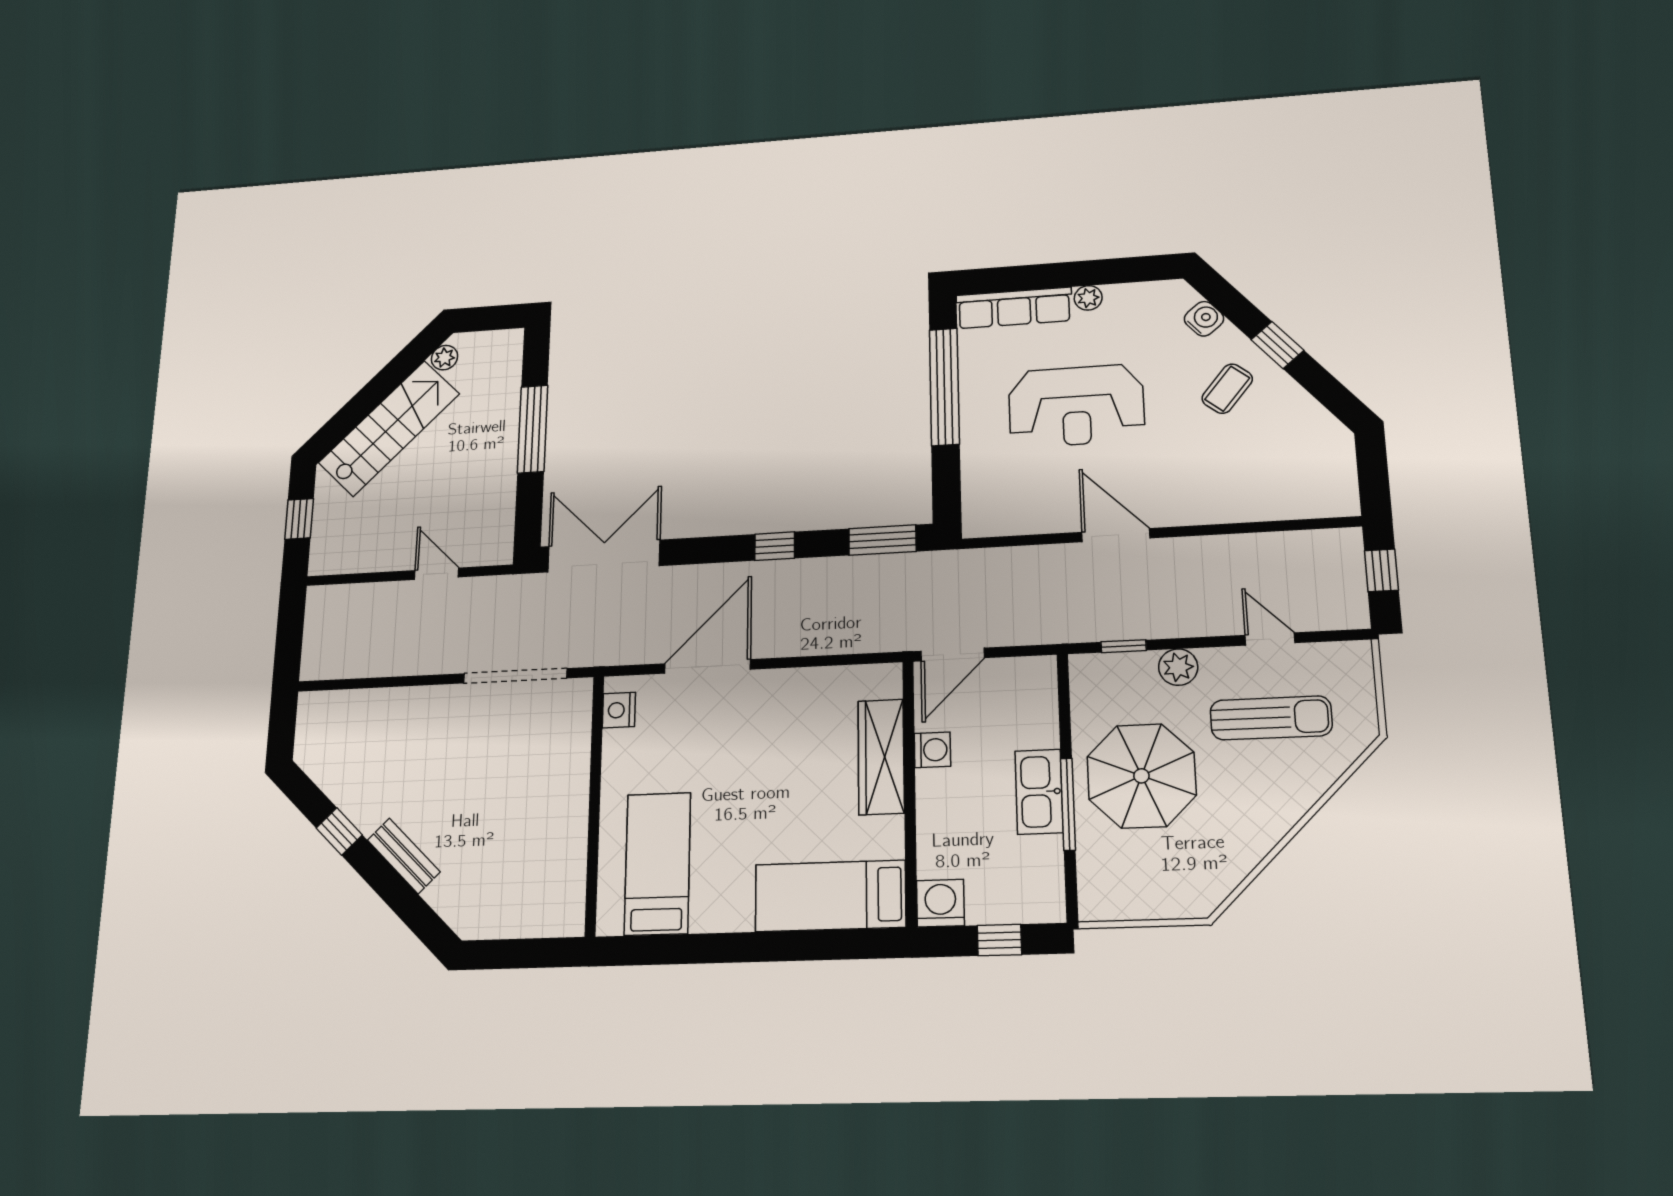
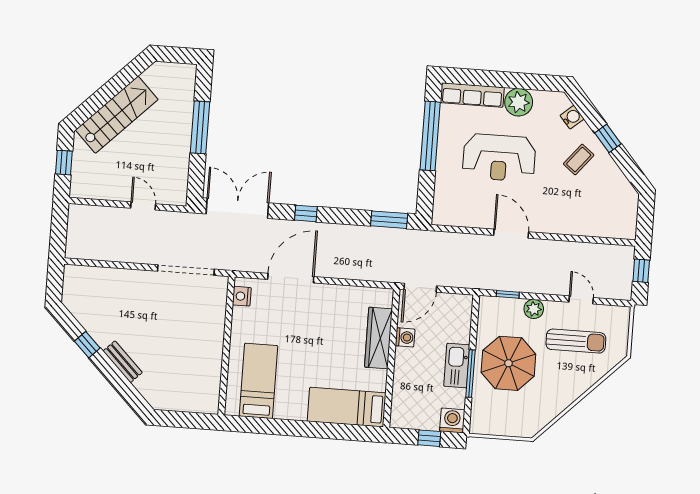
plant: (1088, 298) -> (519, 102), width x1.88, depth x1.88
plant: (444, 358) -> (150, 76), removed
window: (775, 546) -> (306, 213), moved
washing machine: (940, 903) -> (452, 420), moved

